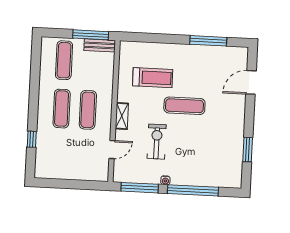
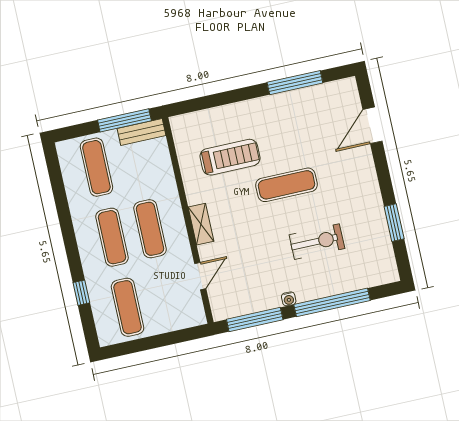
exercise bike: (157, 142) -> (317, 242), moved, turned 90
exercise mat: (59, 157) -> (128, 307), added

